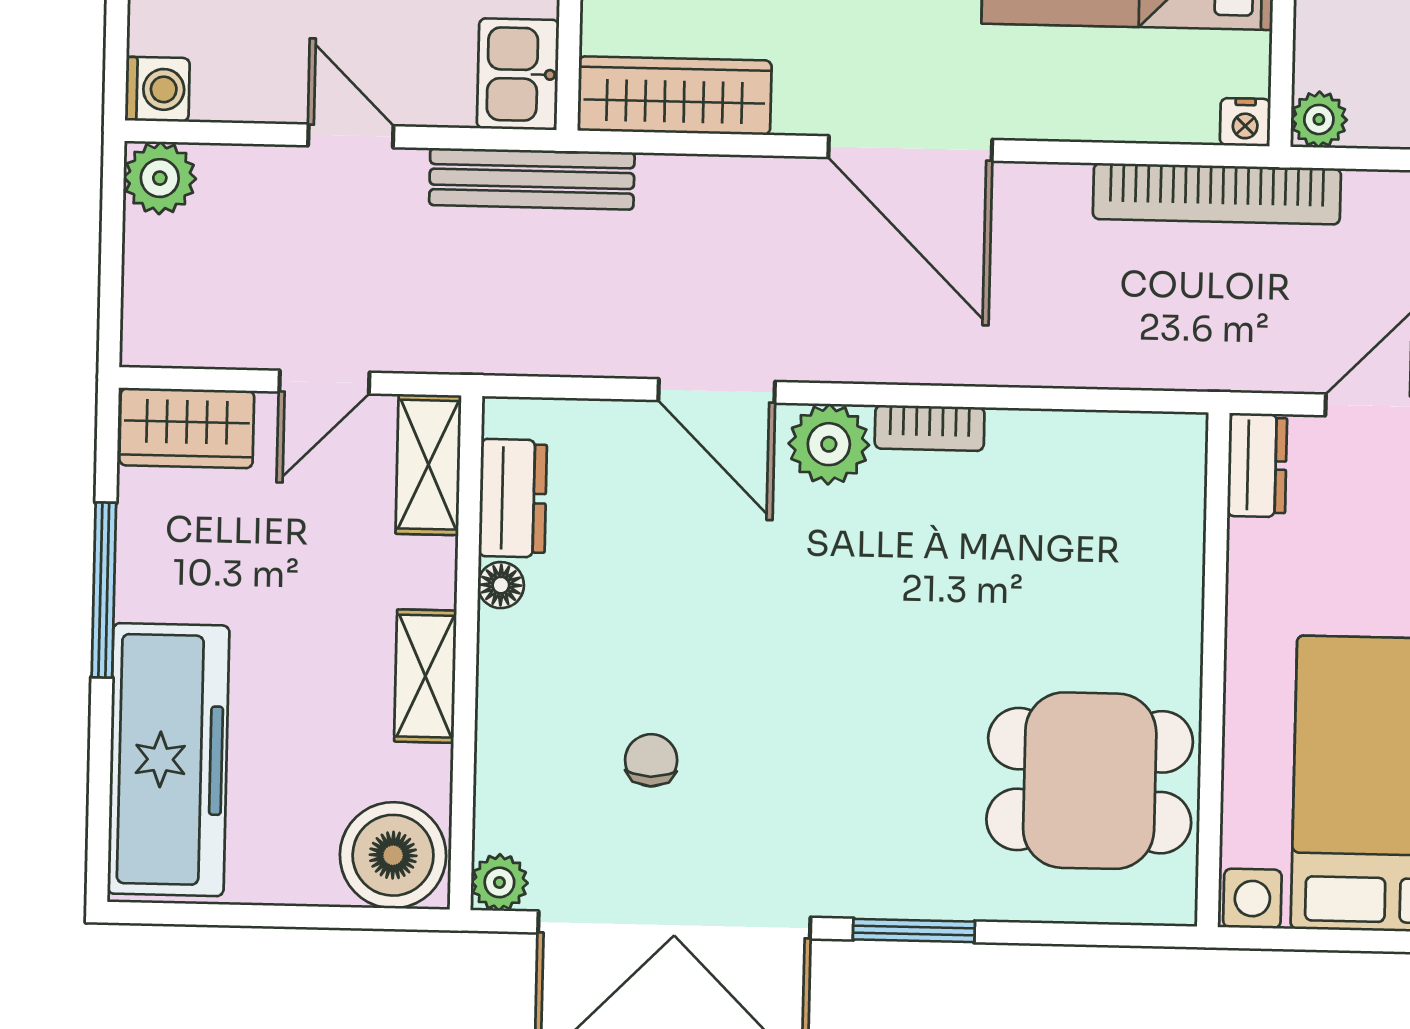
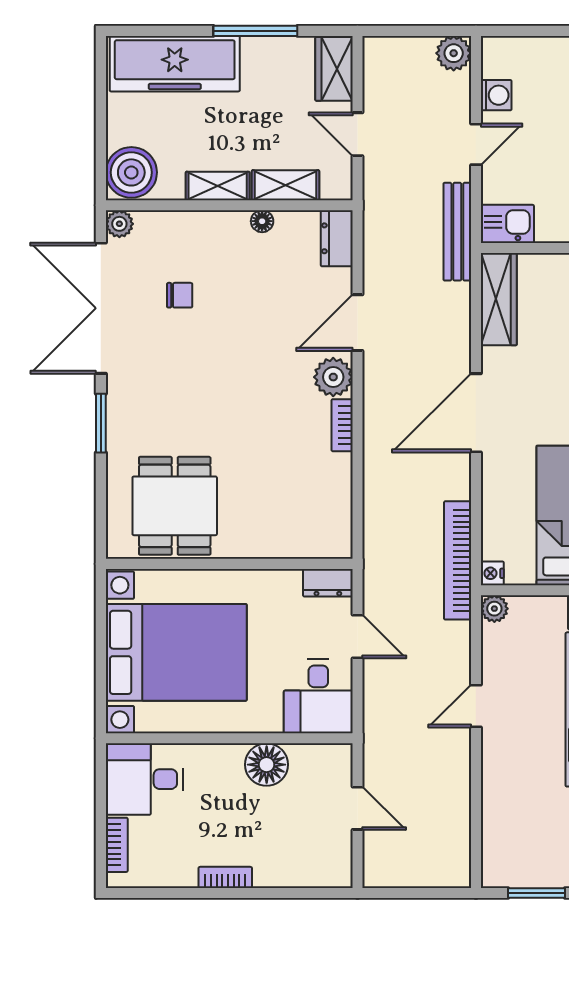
washing machine: (157, 89) -> (496, 95), moved, turned -90
shelving: (428, 465) -> (286, 185), moved
dresser: (513, 498) -> (337, 238), moved, turned 90

